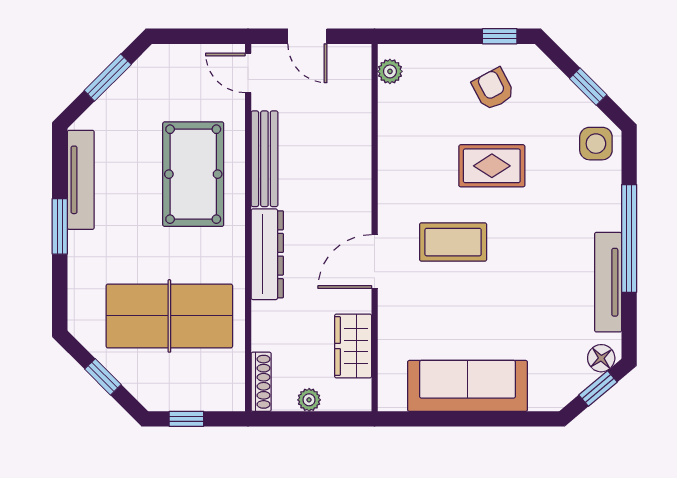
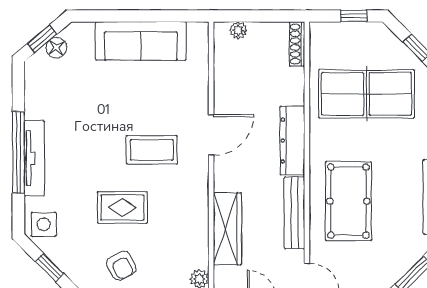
tv unit: (608, 282) -> (34, 158), moved
wardrobe: (353, 346) -> (227, 229), moved, width x1.50
floor lamp: (601, 358) -> (56, 48), moved
plant: (309, 400) -> (238, 30), moved

